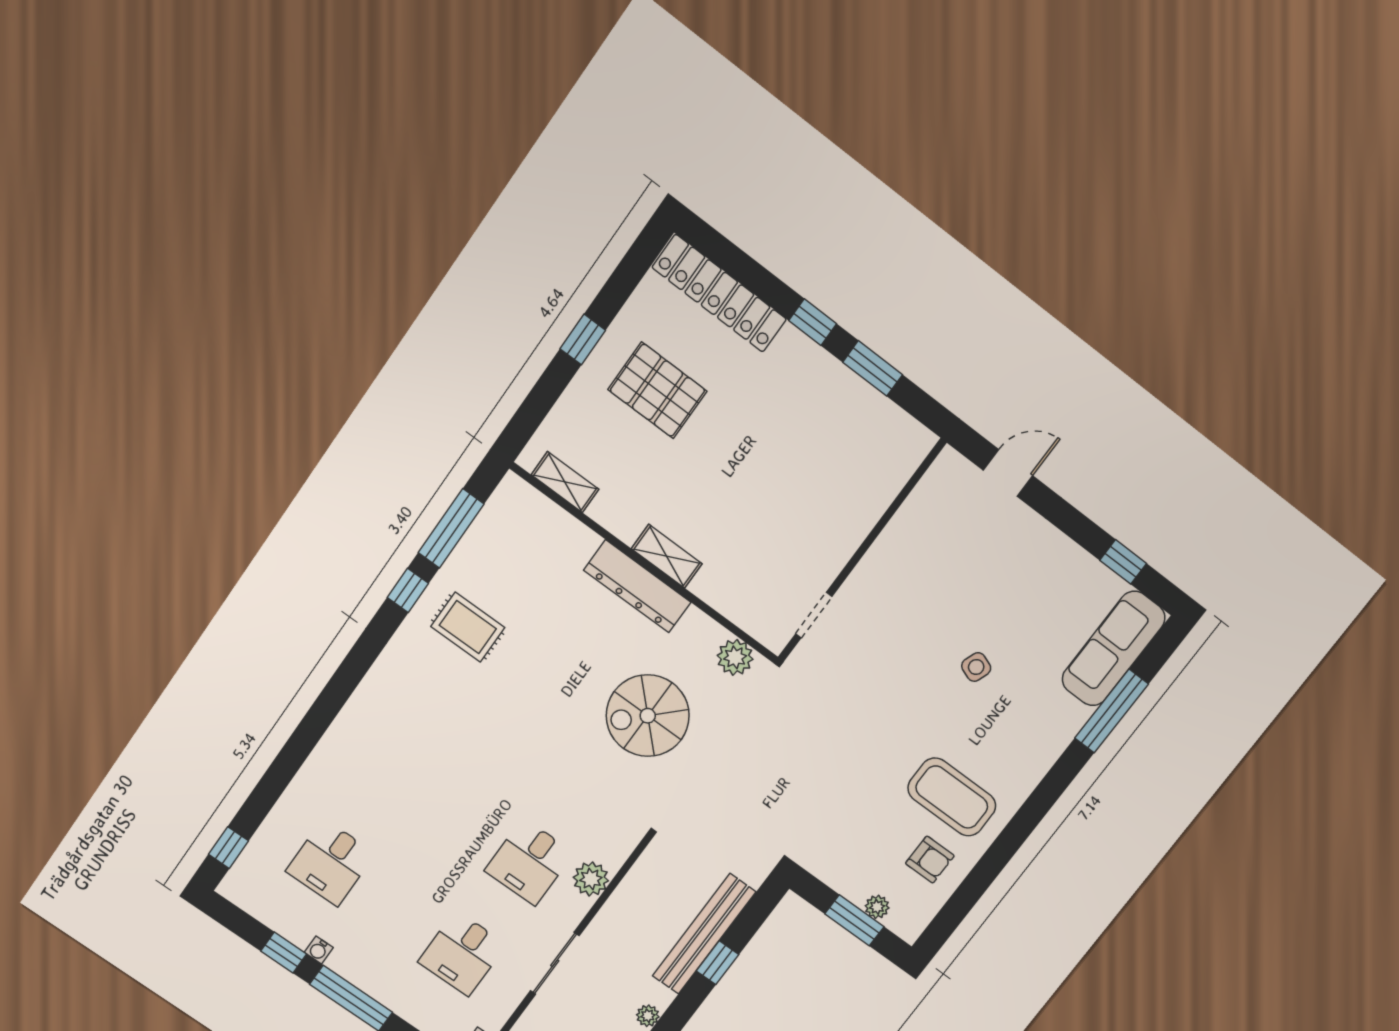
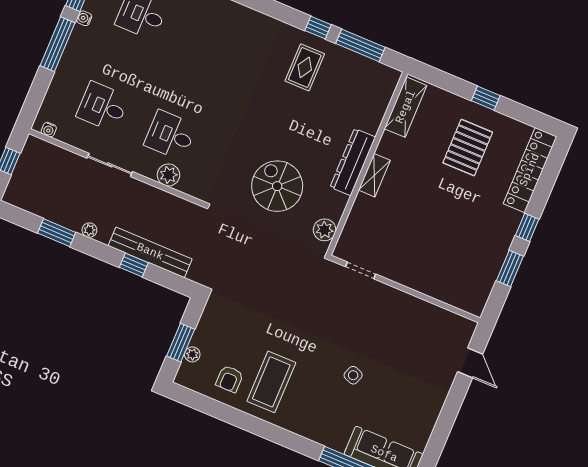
shelving: (565, 482) -> (406, 107), width x1.50, depth x1.33
window: (1123, 562) -> (436, 445), removed

